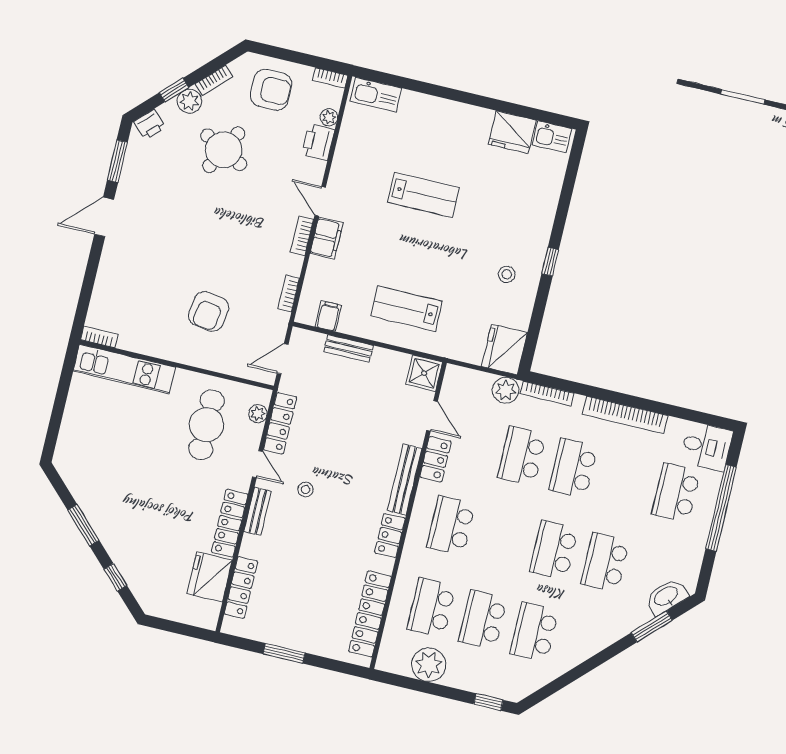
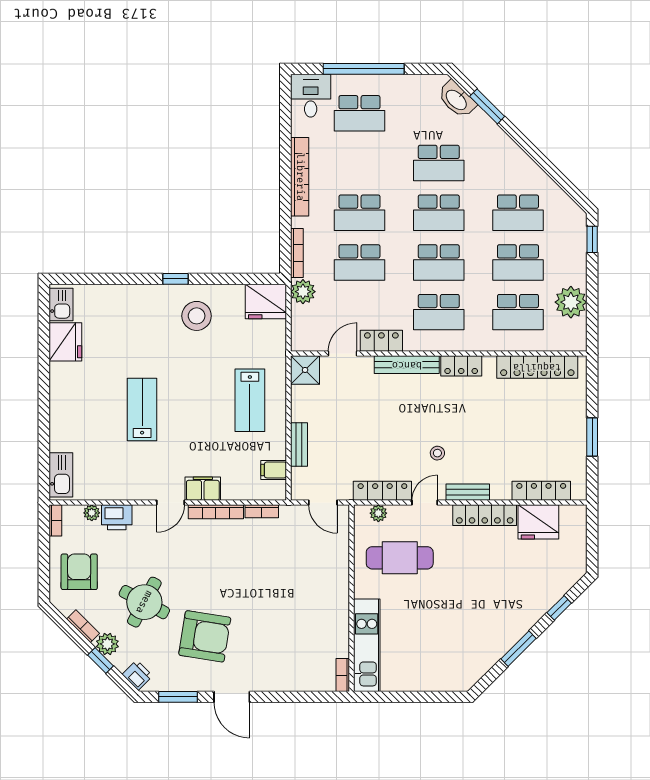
bookcase: (302, 236) -> (216, 512), width x1.56
stool: (507, 274) -> (197, 316), width x1.89, depth x1.89
armchair: (209, 311) -> (205, 636), moved, width x1.36, depth x1.36
school desk: (502, 538) -> (439, 262), added

